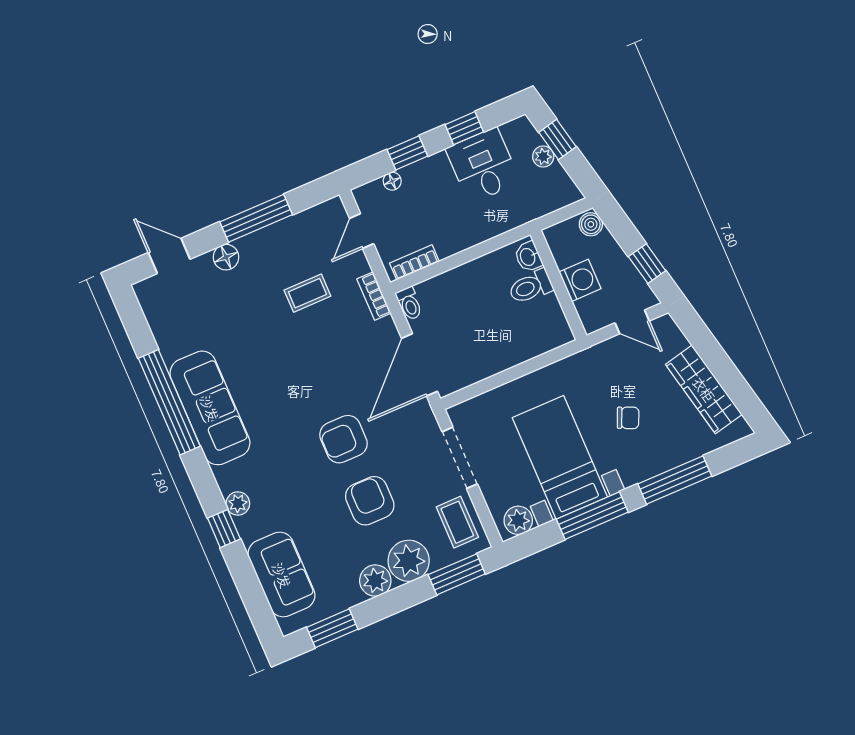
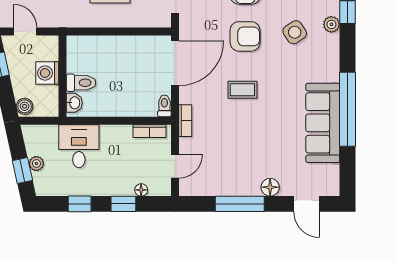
desk: (483, 165) -> (79, 146), moved, turned 180
coffee table: (307, 293) -> (242, 90), moved
sofa: (210, 408) -> (323, 123), moved
side table: (281, 473) -> (295, 32), added

